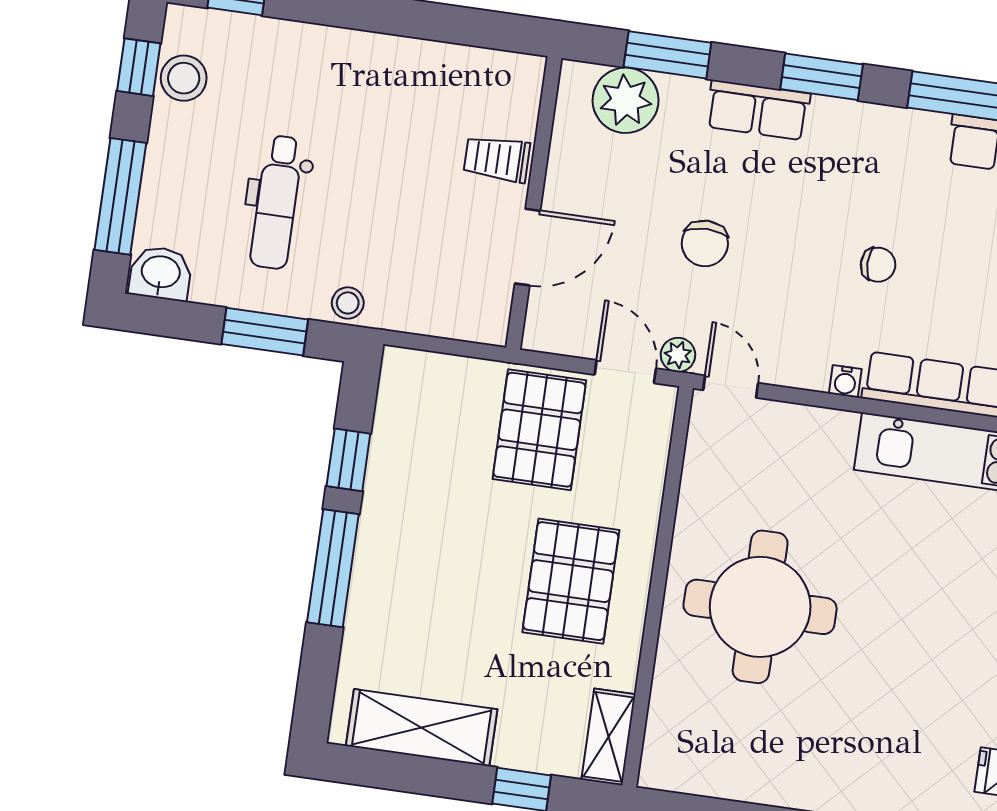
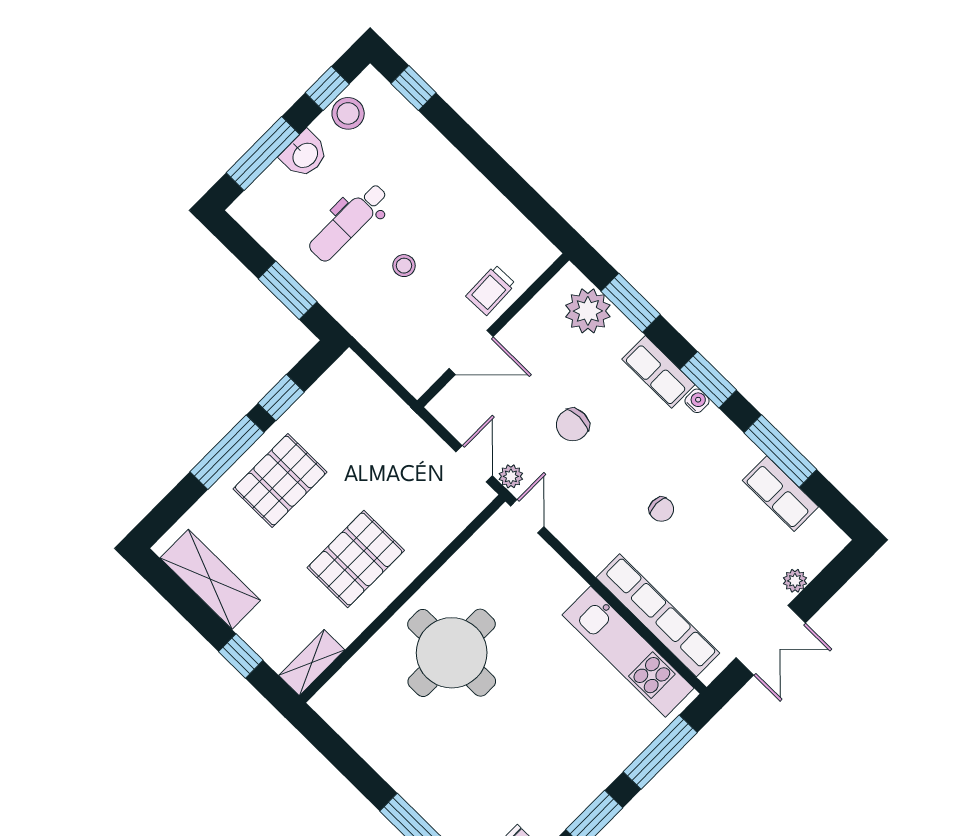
trolley: (497, 159) -> (491, 290), turned -92
washbasin: (161, 273) -> (304, 155), moved, turned 90
stool: (348, 303) -> (404, 266), moved
water cooler: (845, 381) -> (697, 401), moved, turned 180
pallet: (539, 430) -> (280, 480), moved

